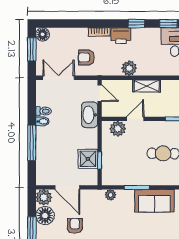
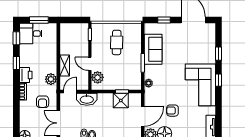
plant: (129, 68) -> (51, 79), moved
shelving: (147, 86) -> (65, 66), moved

